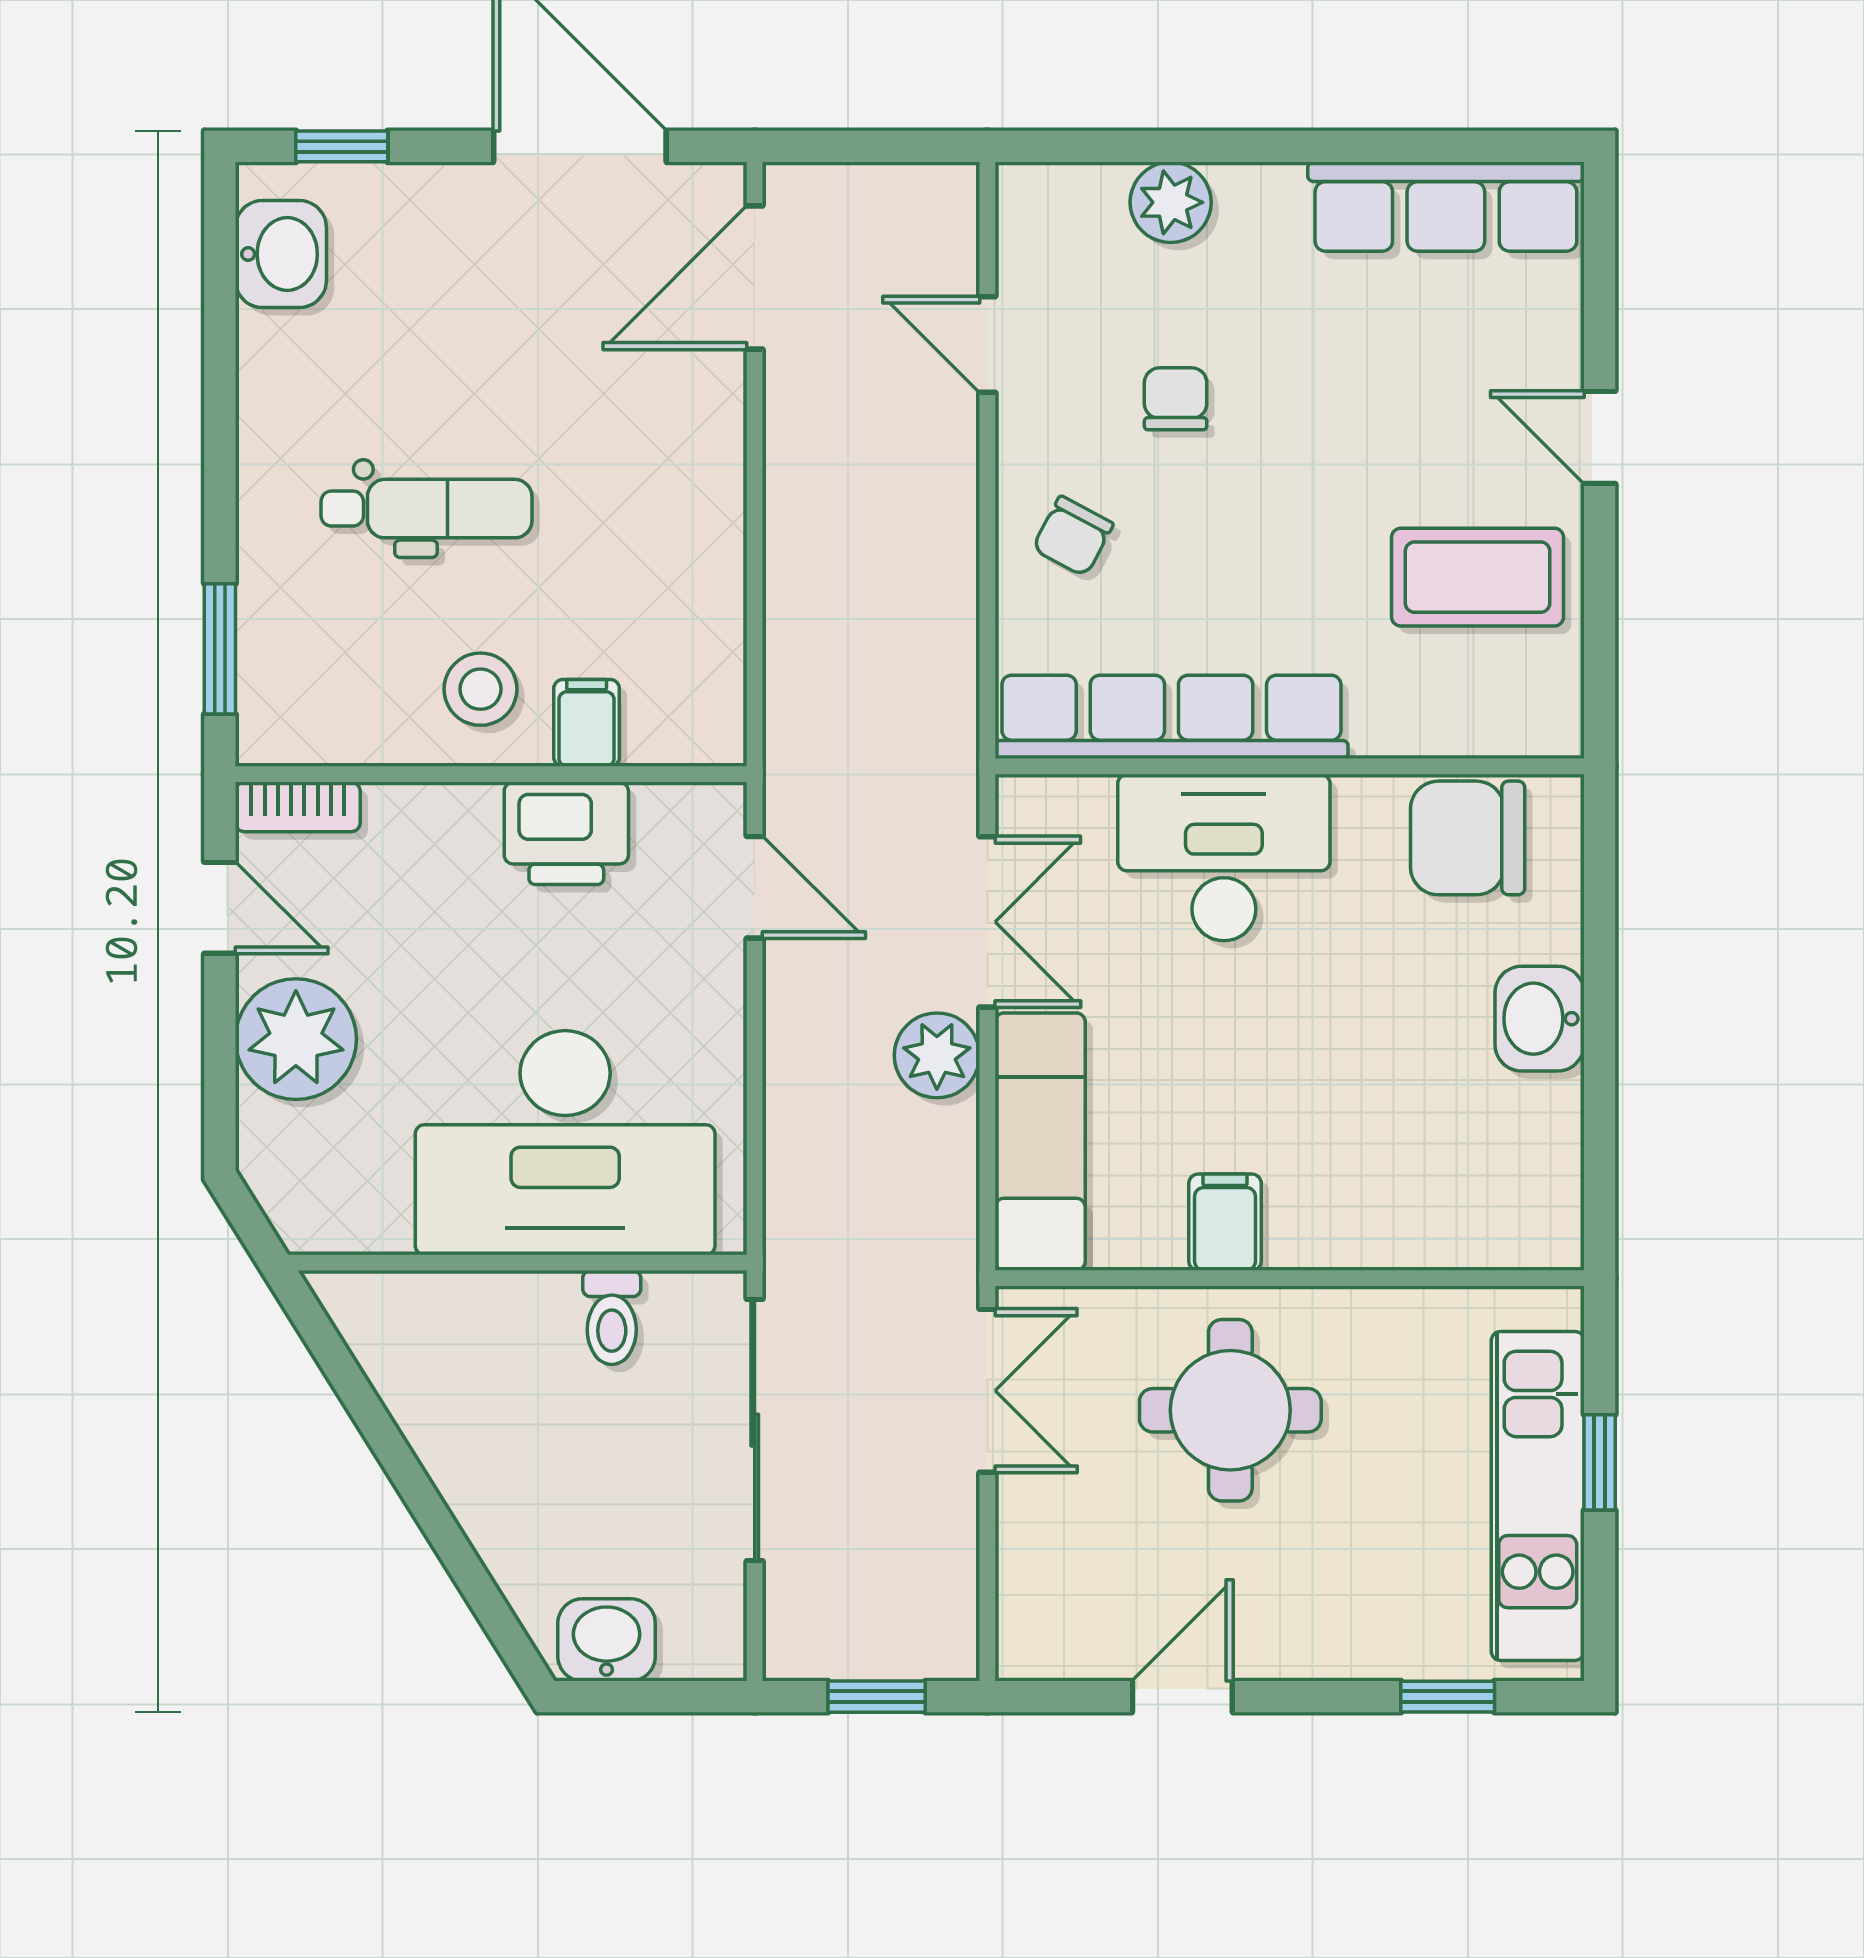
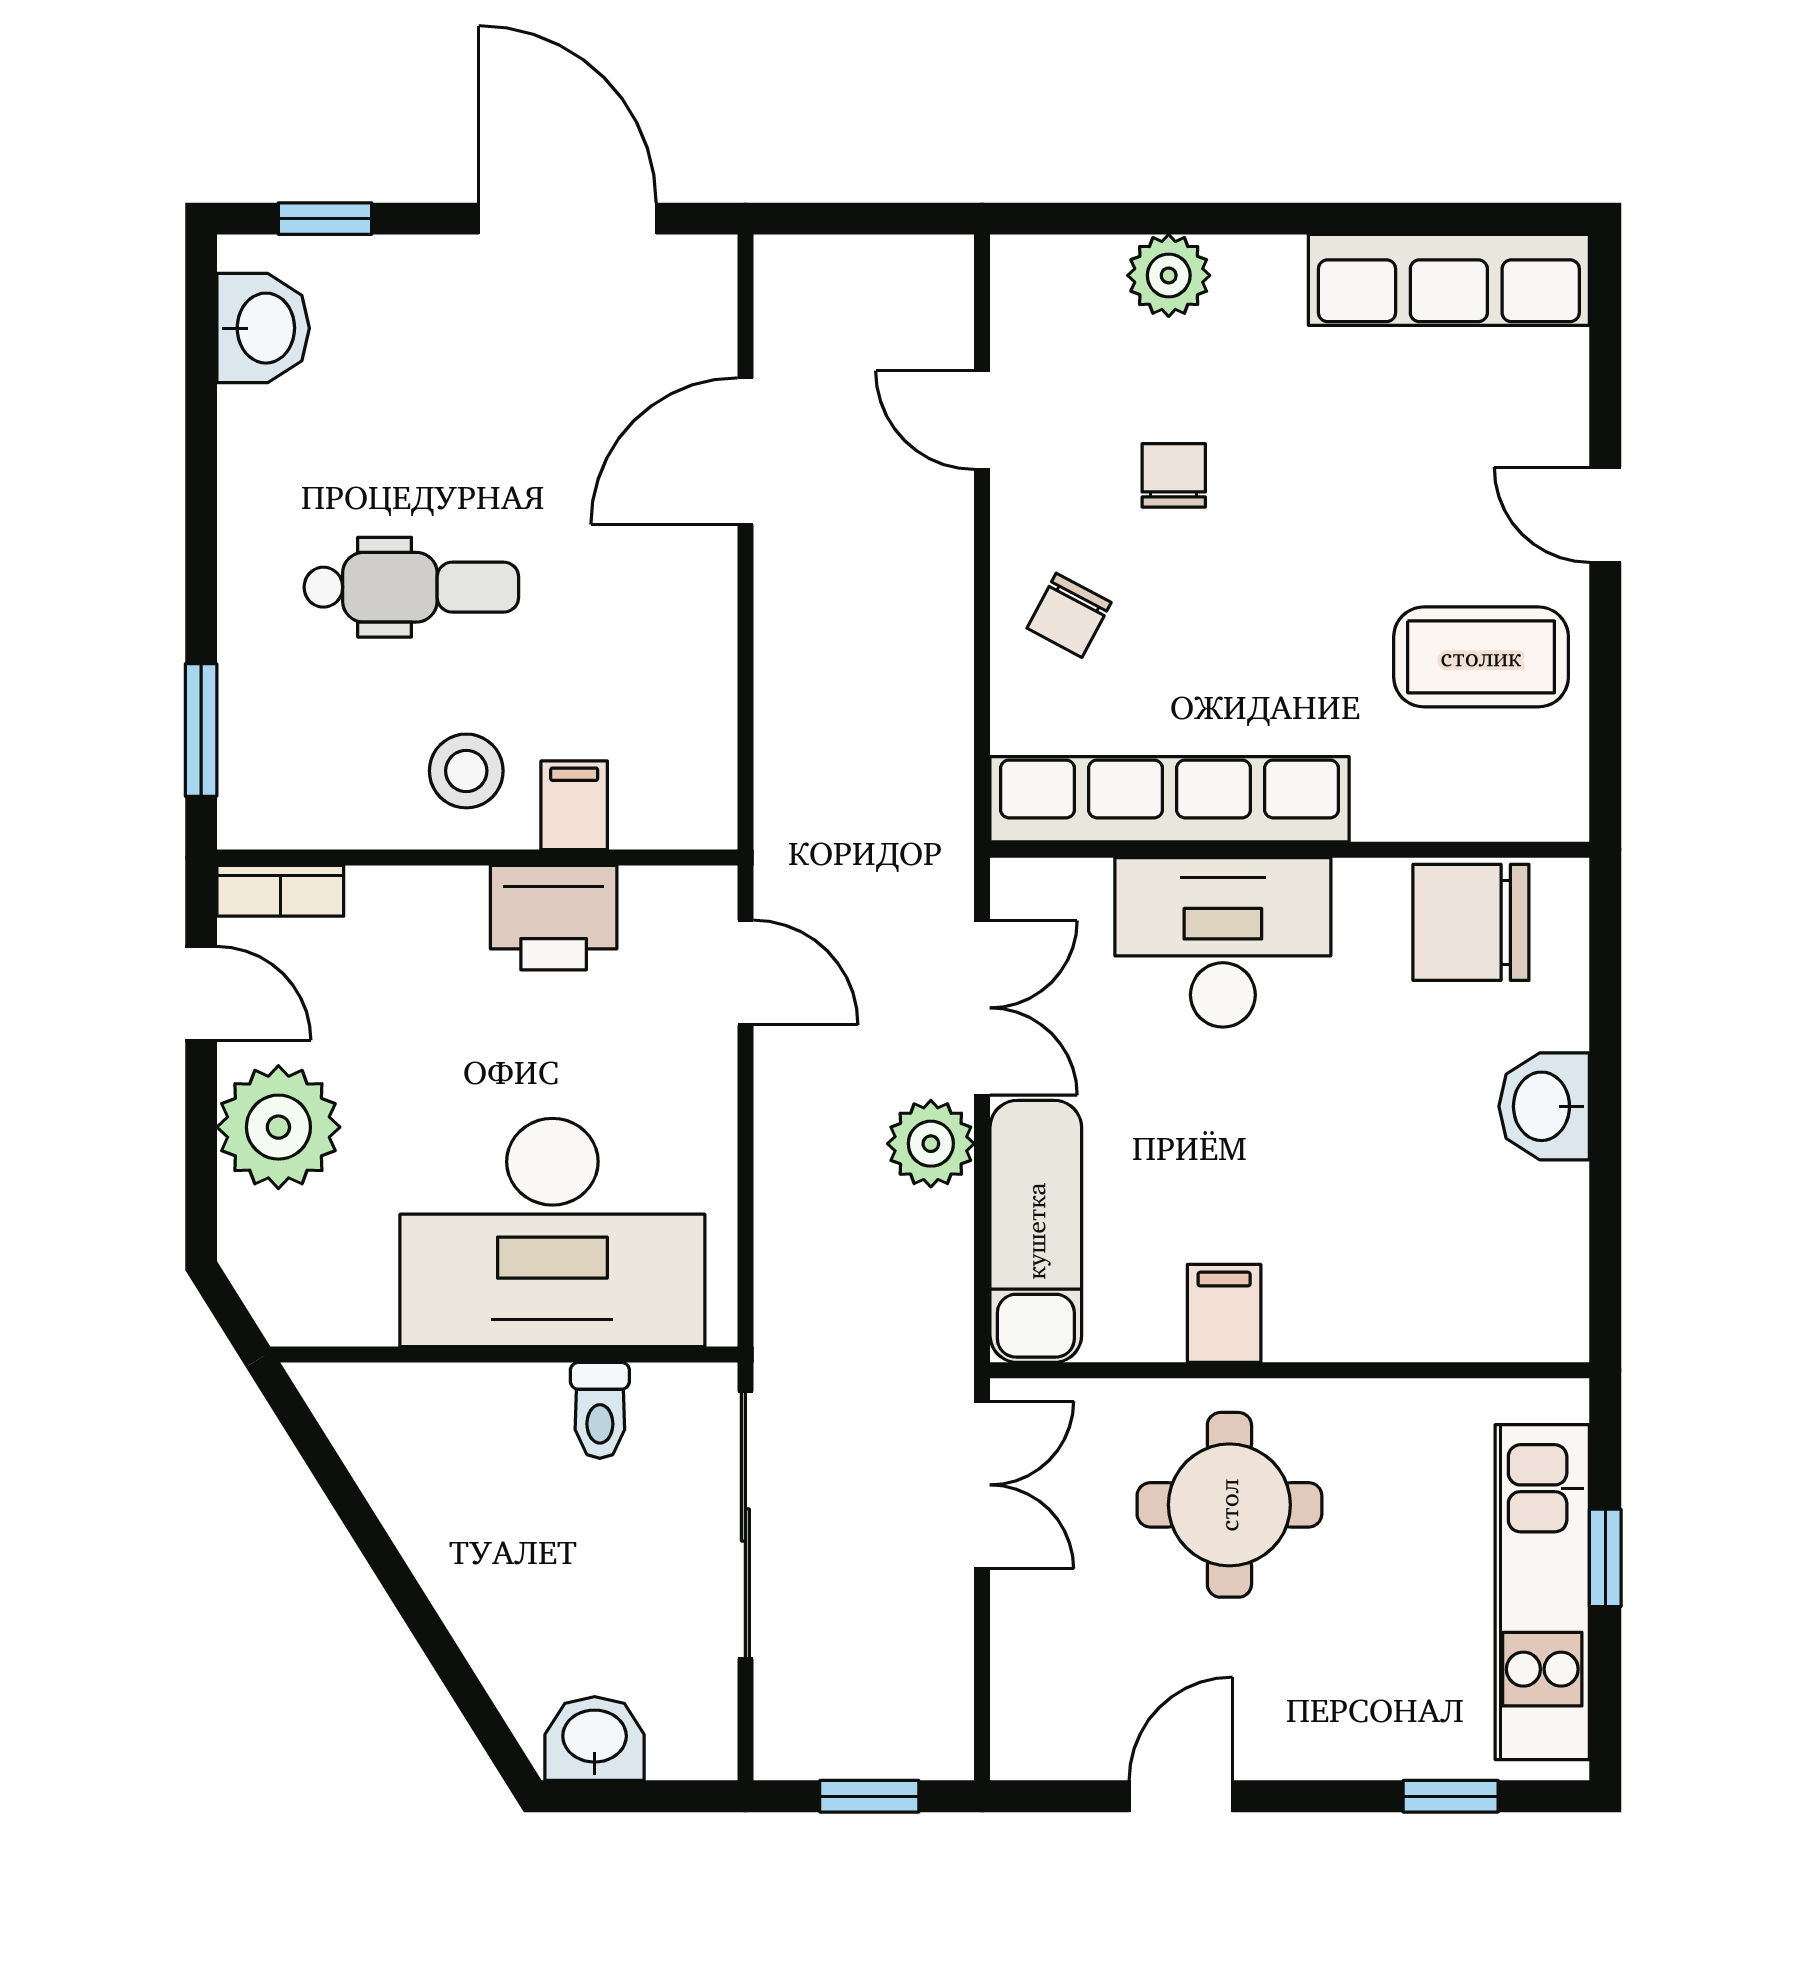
door: (755, 278) -> (745, 451), moved

